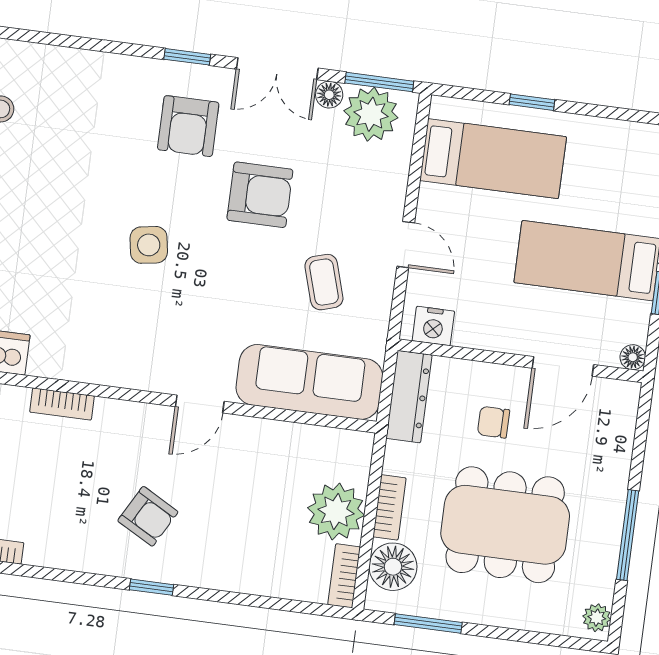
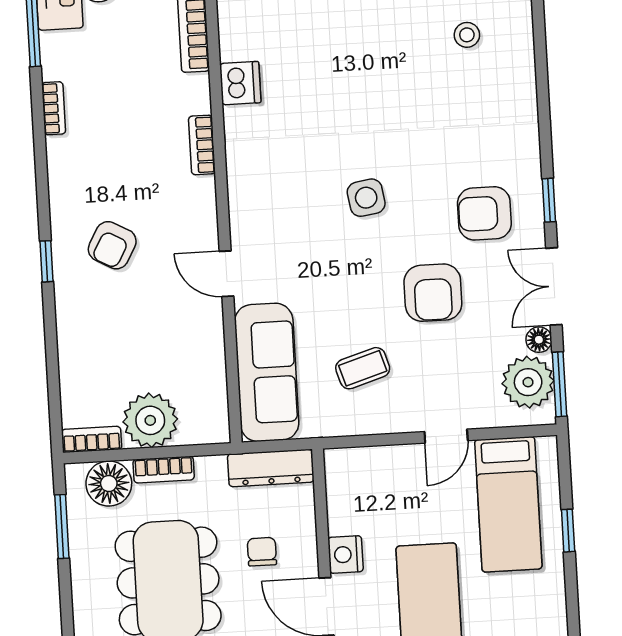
door: (406, 245) -> (446, 436), moved
nightstand: (433, 326) -> (346, 554), moved

